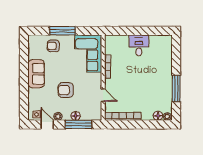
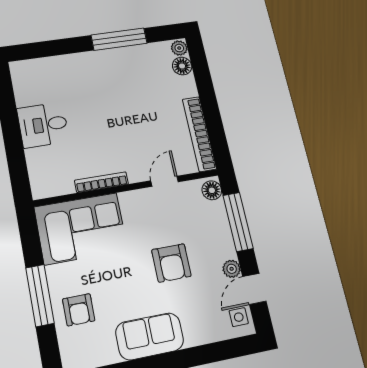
floor lamp: (76, 116) -> (212, 190), moved

